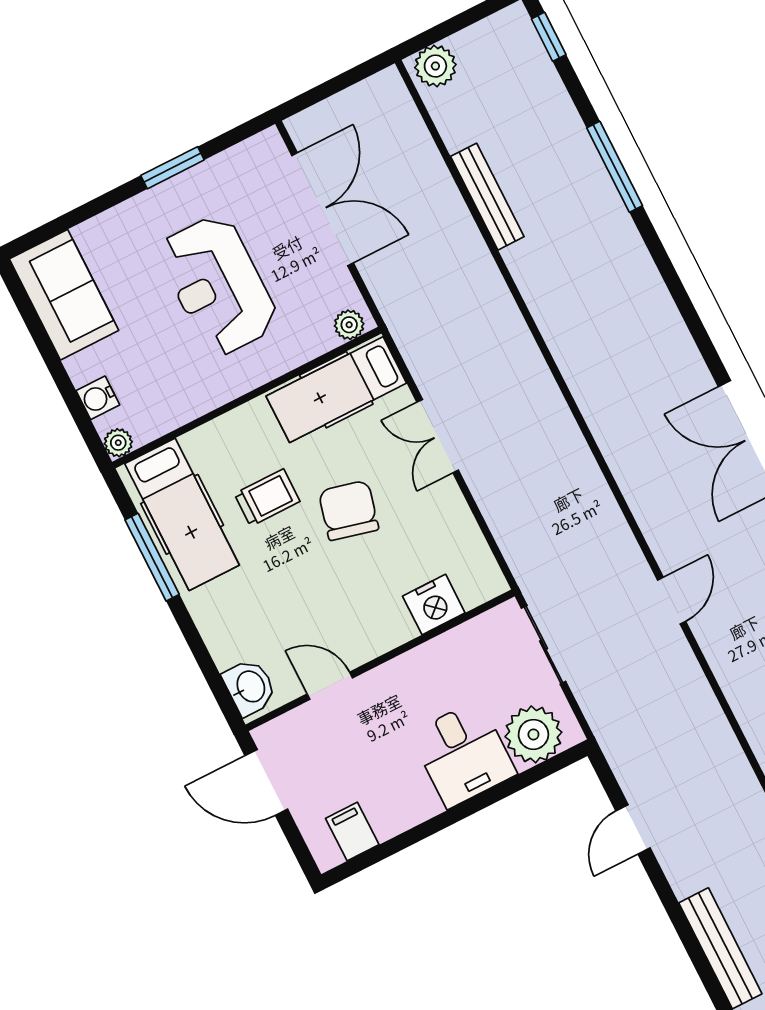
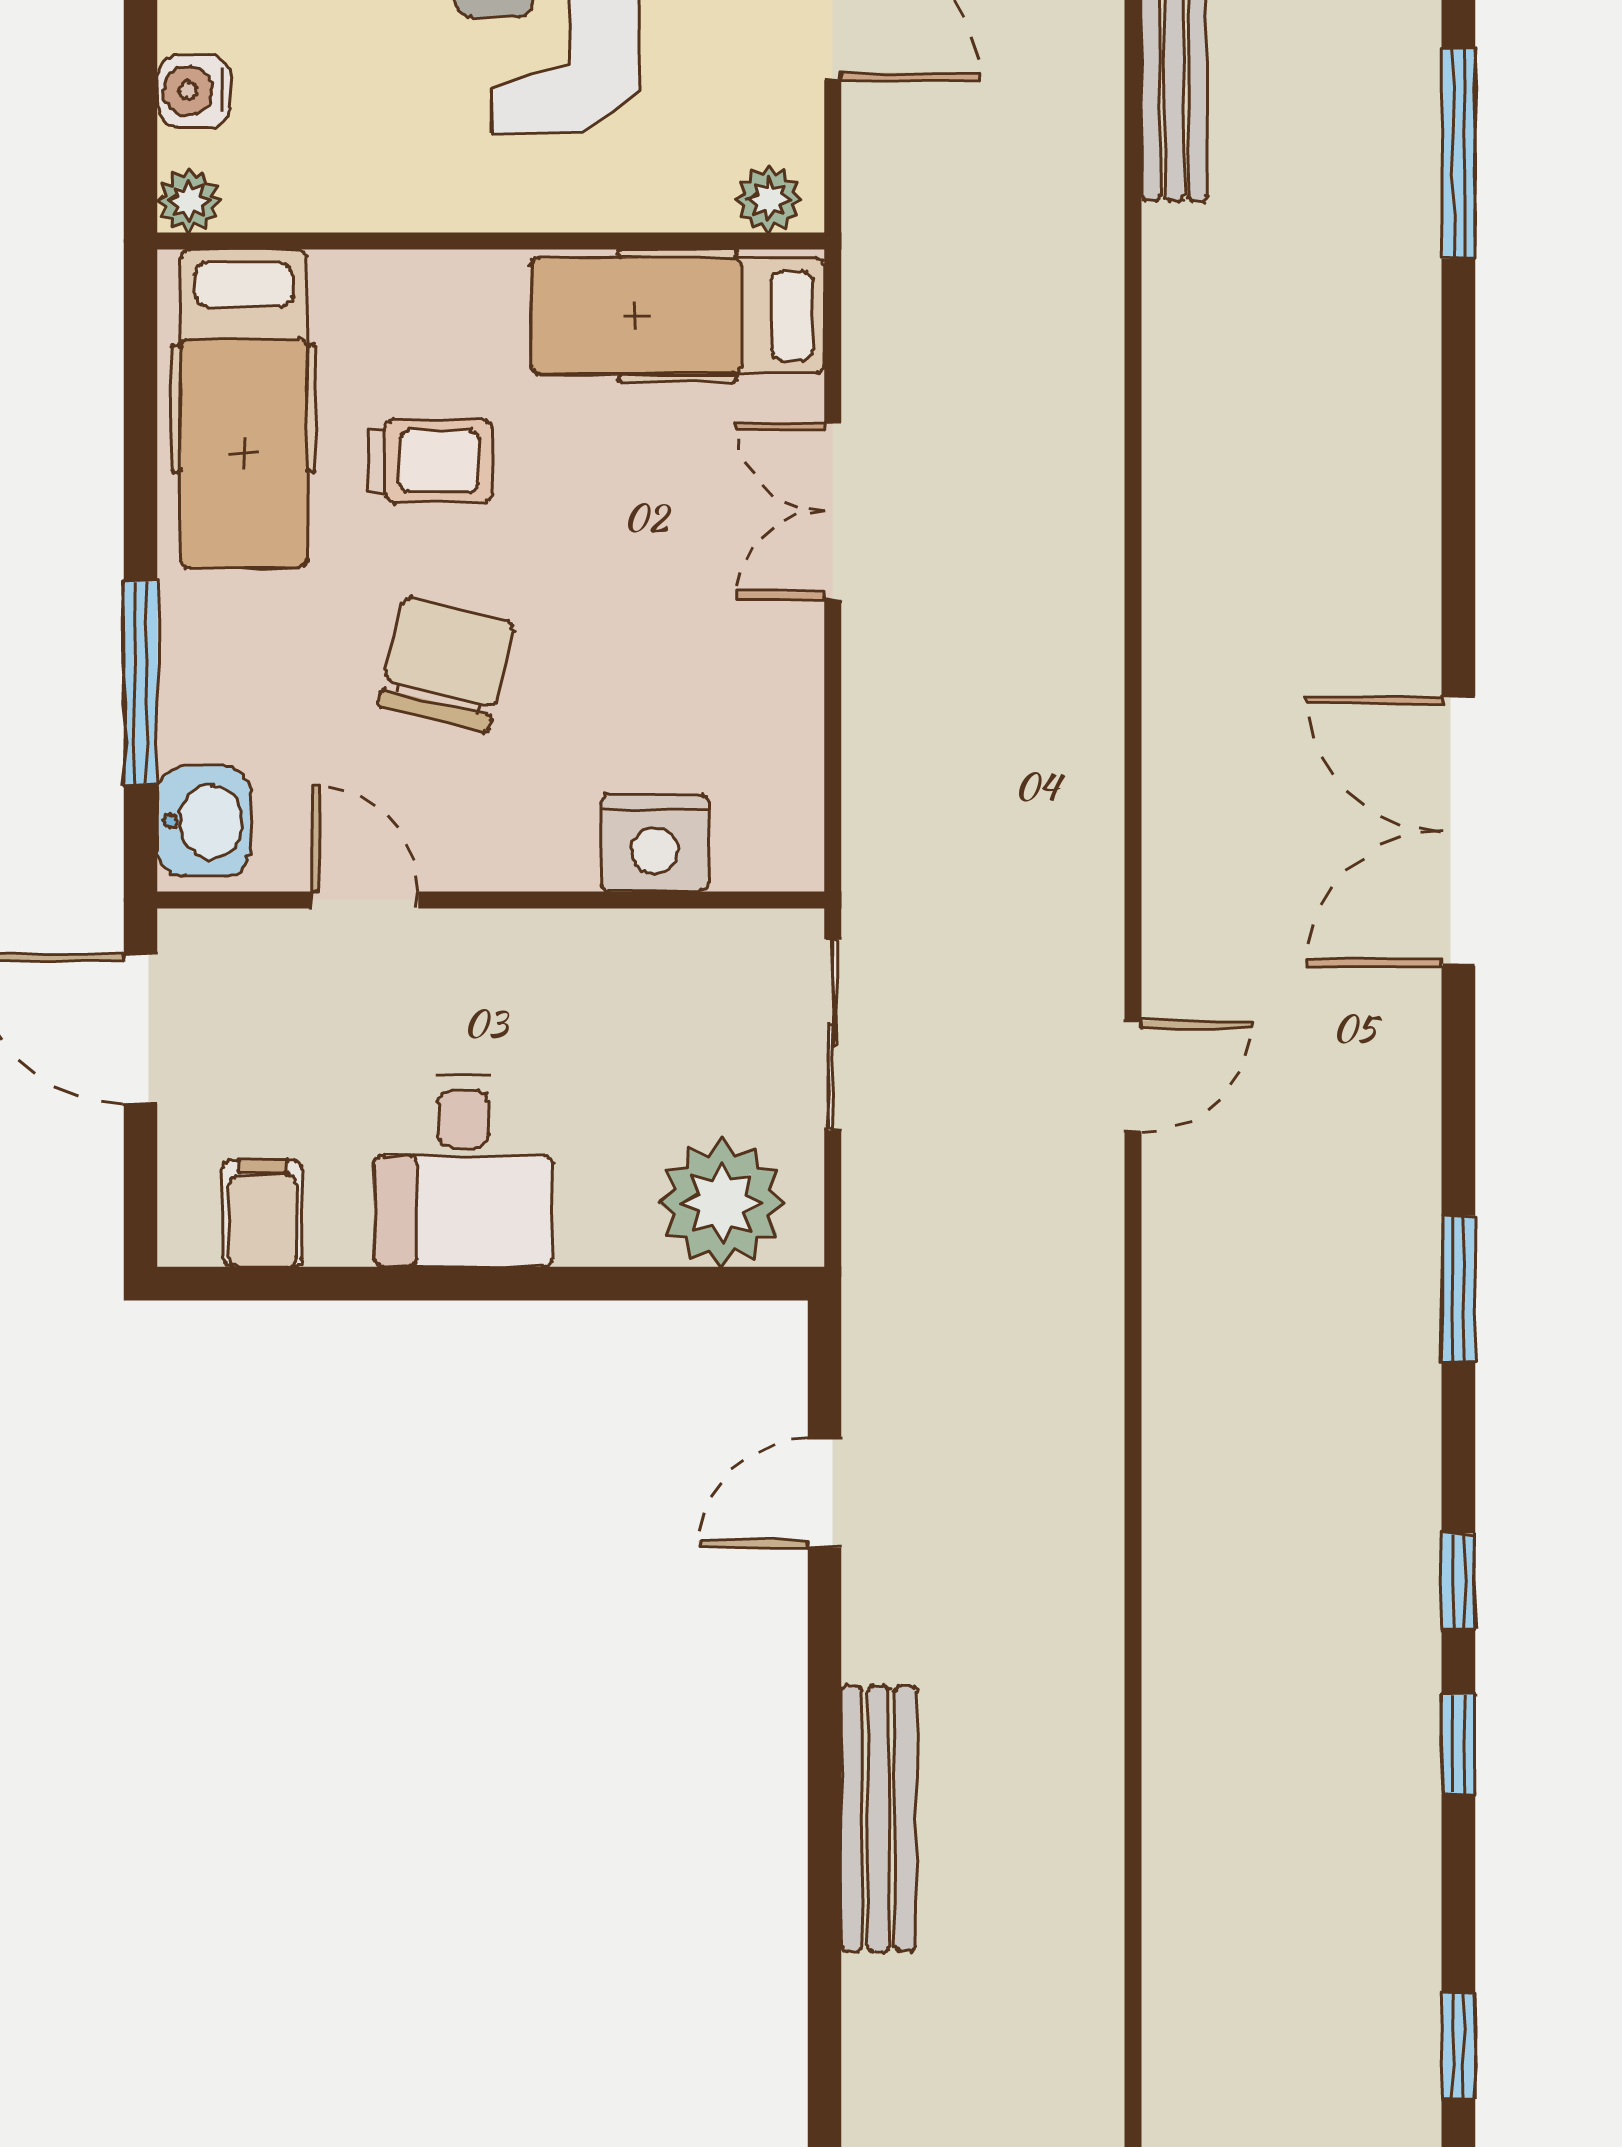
chair: (349, 510) -> (446, 664), moved
window: (152, 557) -> (141, 683), moved
desk: (463, 754) -> (463, 1171), moved

